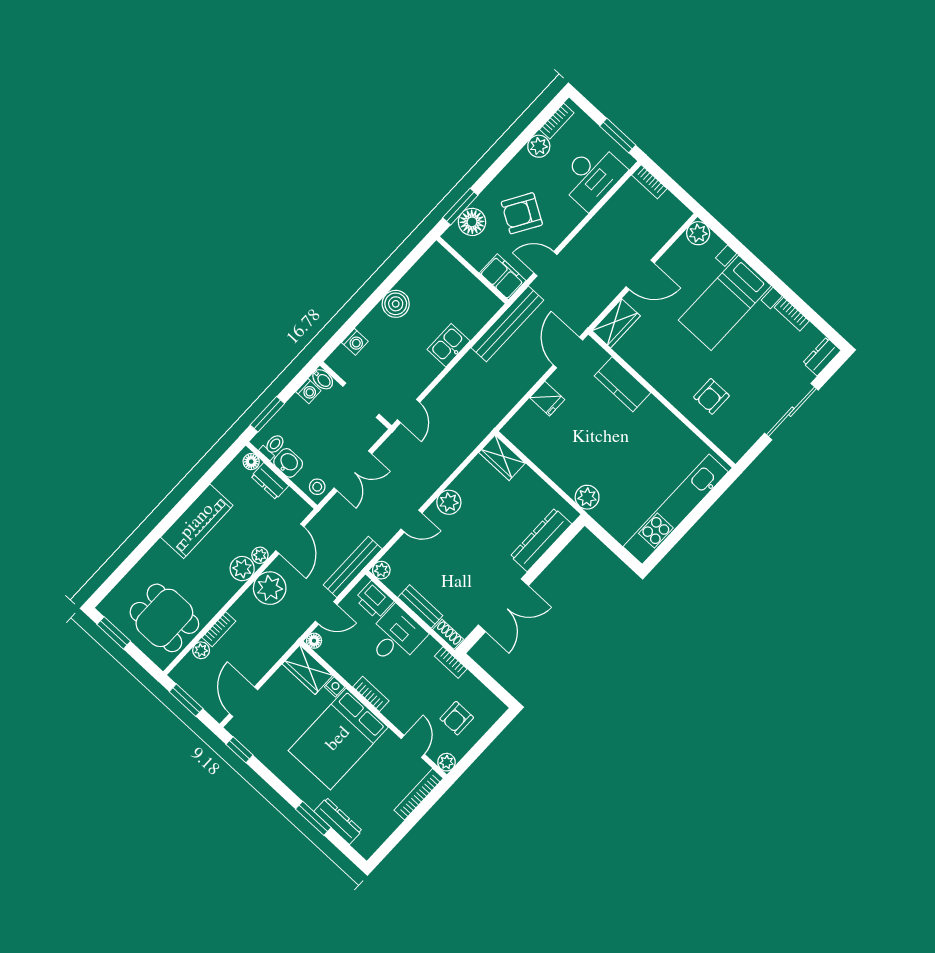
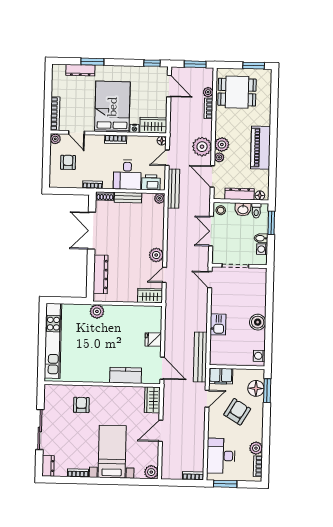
washing machine: (355, 342) -> (259, 356), moved
bidet: (323, 379) -> (261, 238), moved
dresser: (270, 481) -> (240, 194), width x1.44
door: (411, 521) -> (164, 275), moved

